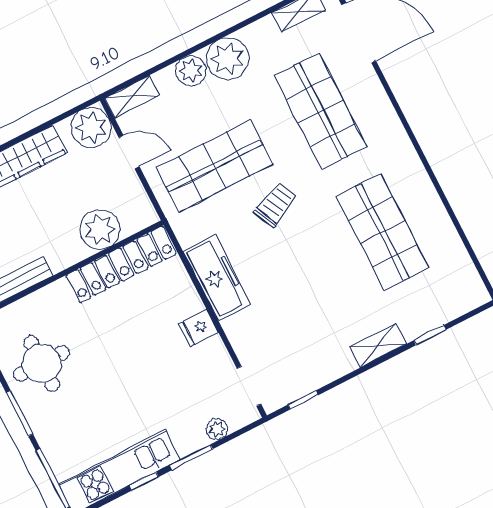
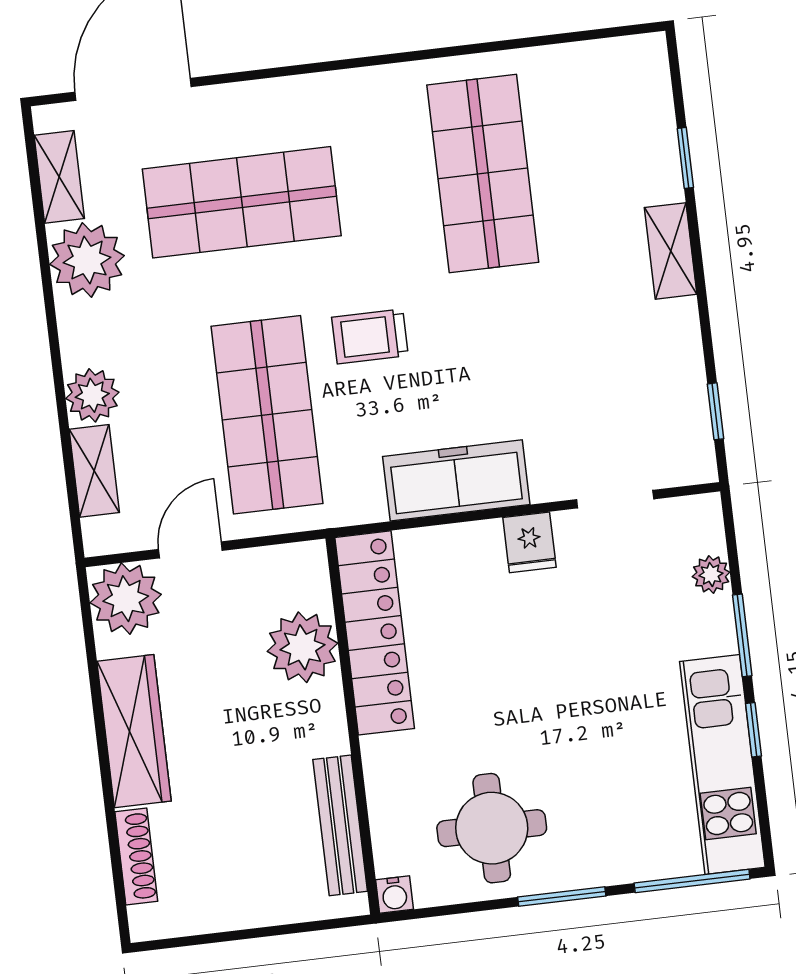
plant: (228, 59) -> (87, 260), moved
shelving: (132, 97) -> (94, 471), moved
trolley: (275, 205) -> (370, 336), turned -65
shop shelf: (383, 232) -> (483, 174), turned 90
doorway: (249, 386) -> (615, 499), moved

